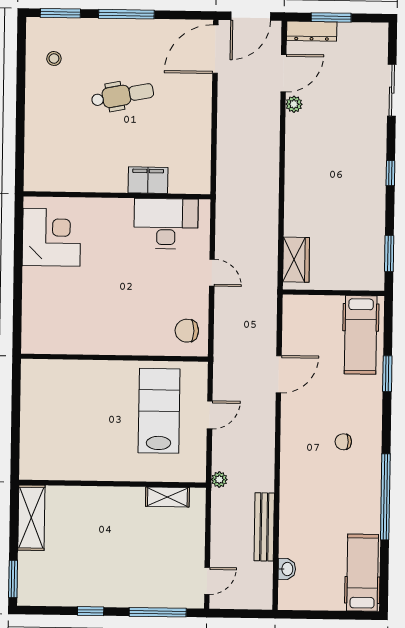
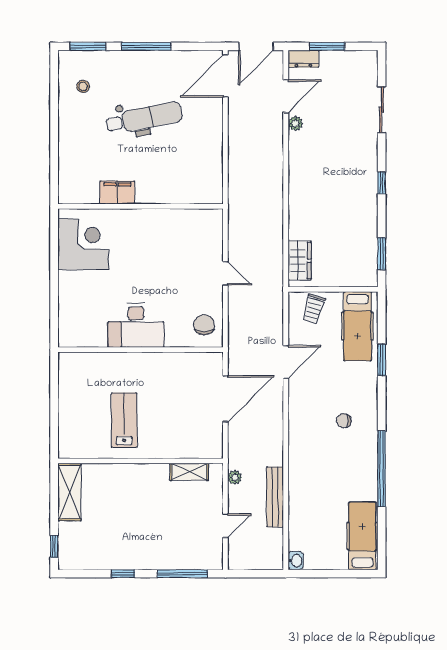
dresser: (312, 31) -> (303, 59), width x0.70
dental chair: (122, 95) -> (144, 118), width x1.36, depth x1.38
filing cabinet: (148, 180) -> (117, 192), moved
desk: (166, 224) -> (136, 325), moved, turned 180
trolley: (311, 315) -> (313, 309), added
chair: (187, 331) -> (204, 325), turned 90
lab bench: (159, 411) -> (124, 420), moved, width x0.73, depth x0.72
door: (210, 415) -> (225, 399), width x1.87
plant: (219, 480) -> (235, 477), moved
washbasin: (287, 569) -> (296, 561), moved
window: (13, 579) -> (54, 546), width x0.67
door: (207, 581) -> (225, 526), moved

